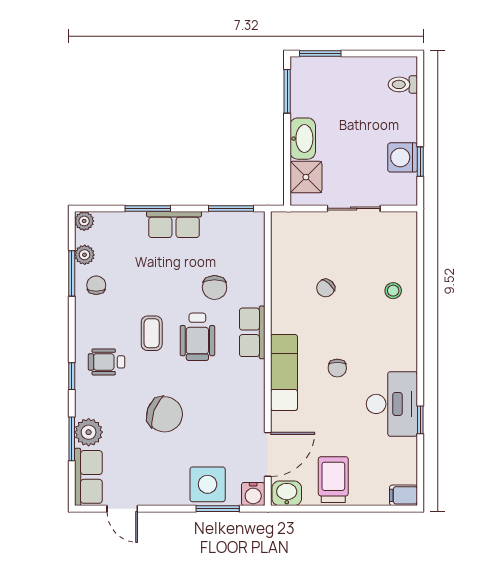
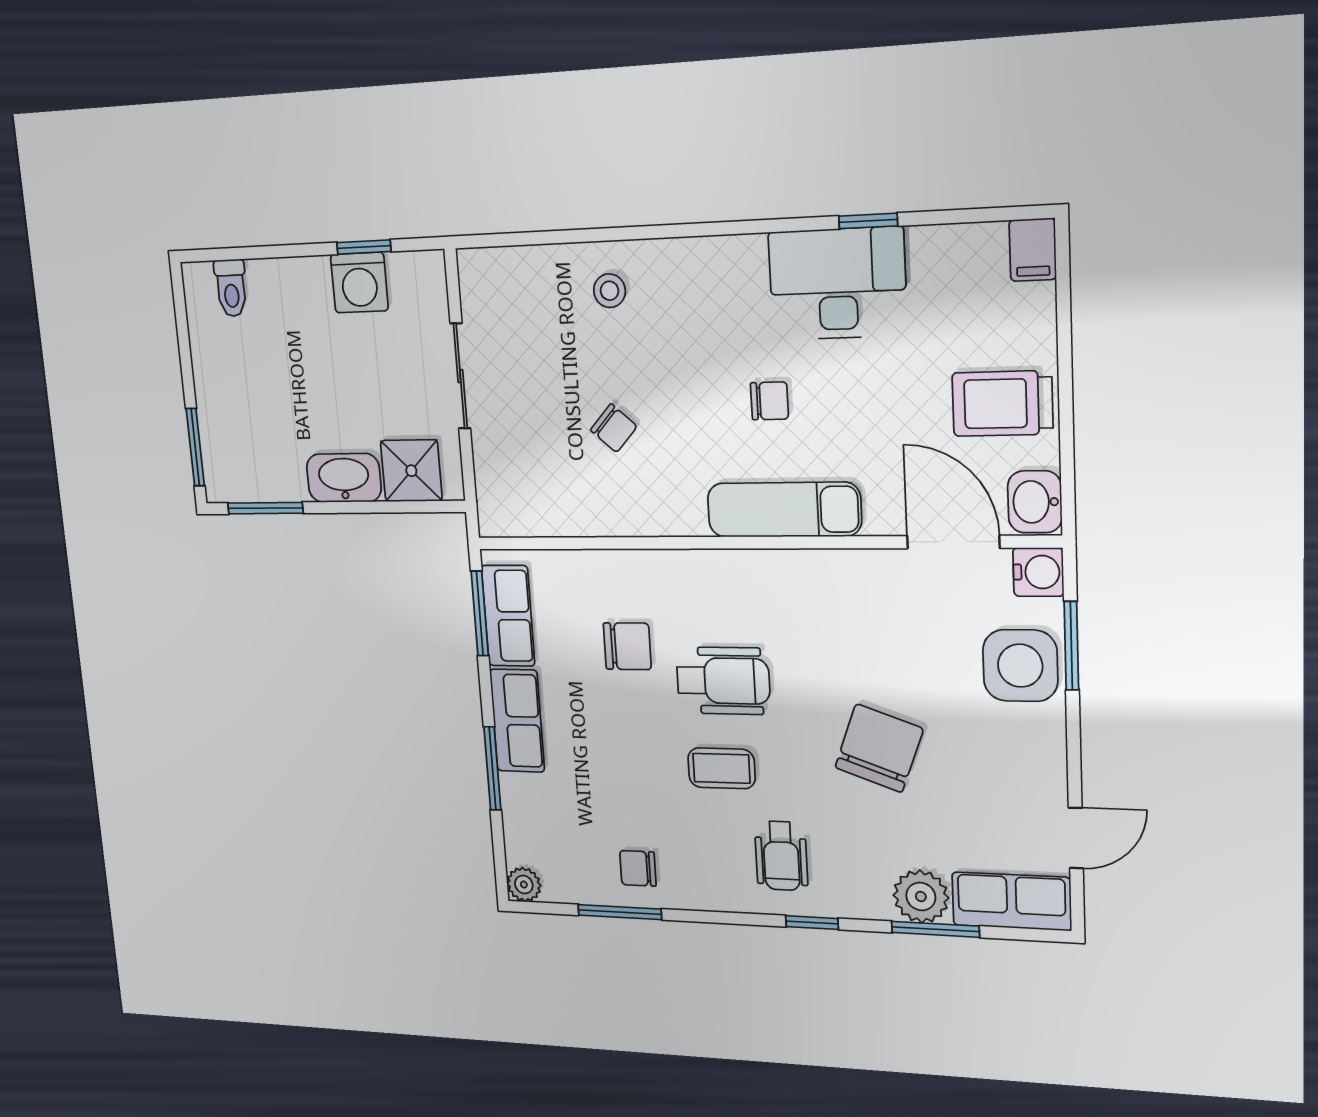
plant: (85, 255) -> (584, 887), removed
row of seats: (252, 332) -> (508, 616), moved, turned -90

